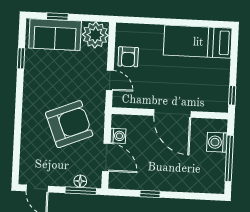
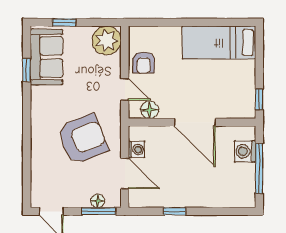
sofa: (55, 35) -> (46, 57), moved, turned -90
floor lamp: (132, 100) -> (150, 110), added

